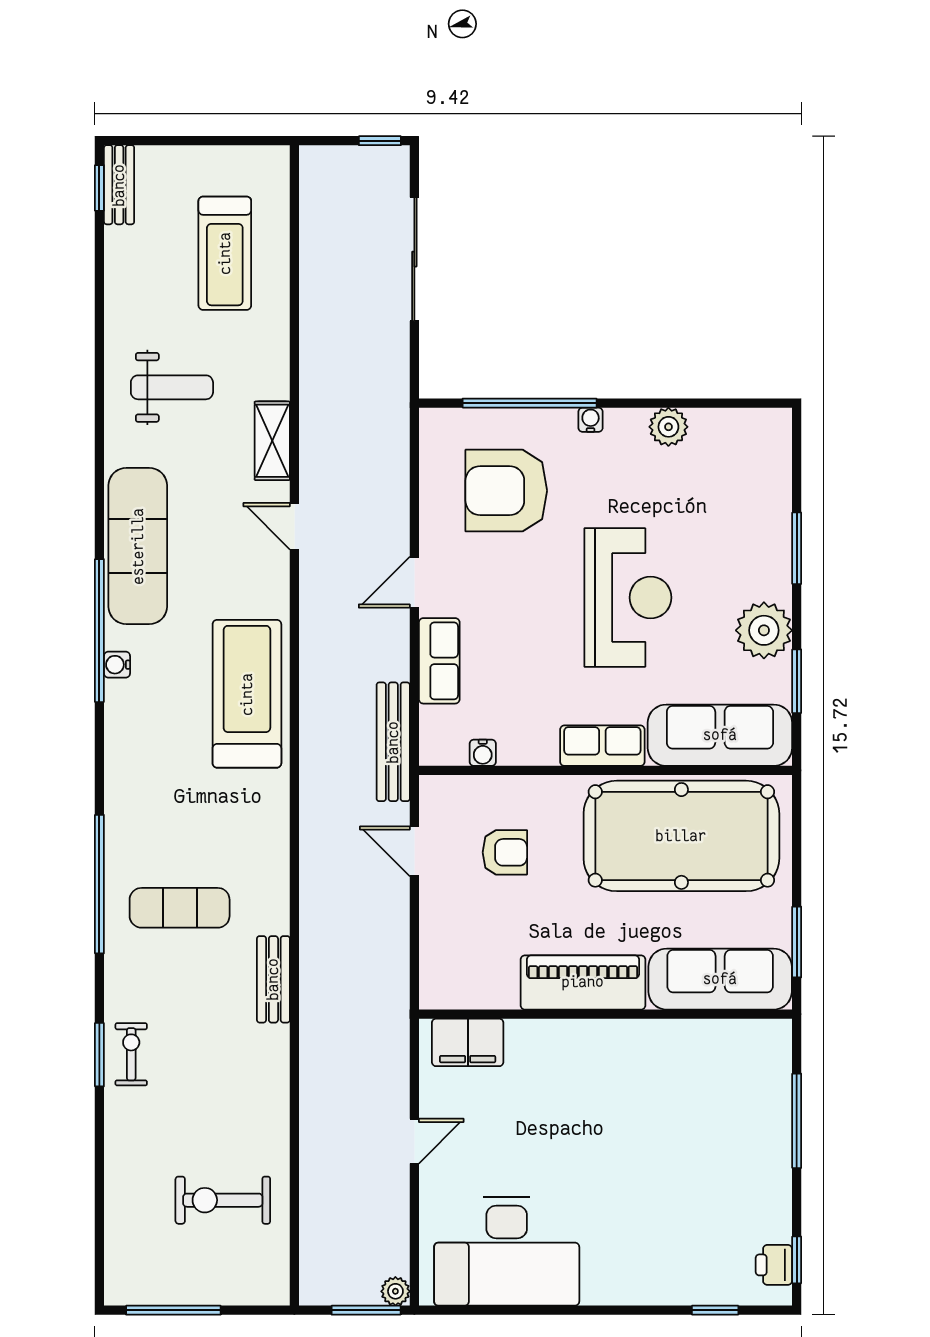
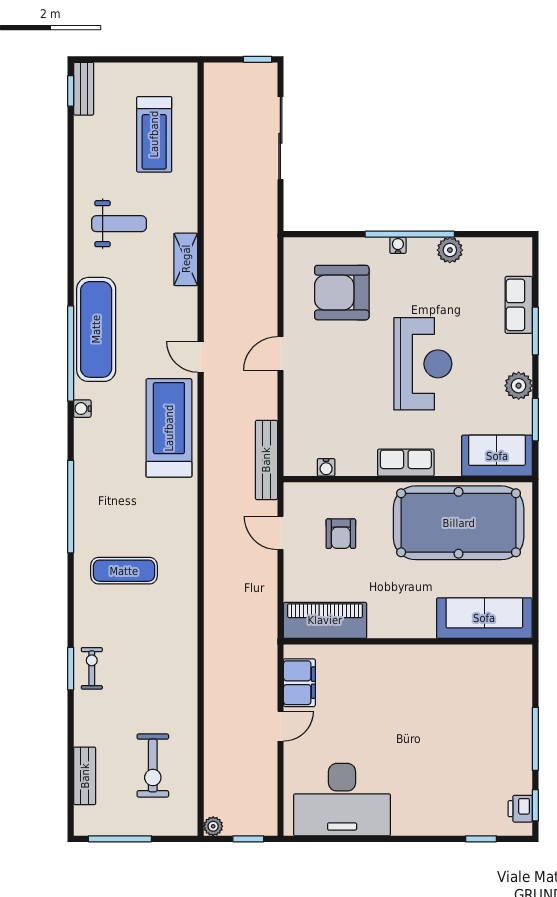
window: (530, 403) -> (410, 234), moved
door: (294, 526) -> (201, 357), moved
plant: (764, 630) -> (519, 386), width x0.73, depth x0.73
window: (99, 631) -> (71, 353), moved
row of seats: (439, 661) -> (519, 305), moved, turned 180
sofa: (720, 735) -> (497, 456), width x0.73
armchair: (505, 852) -> (341, 534), turned 90
window: (99, 884) -> (71, 507), moved
window: (797, 942) -> (535, 593), removed
bench: (273, 979) -> (85, 776), moved
piano: (583, 982) -> (325, 620), moved
filing cabinet: (468, 1042) -> (299, 683), moved, turned -90
window: (797, 1121) -> (535, 739), moved
exercise bike: (223, 1200) -> (153, 766), turned -90
plant: (395, 1291) -> (213, 826), moved
window: (366, 1310) -> (248, 839), width x0.67

